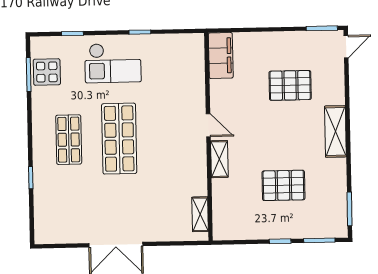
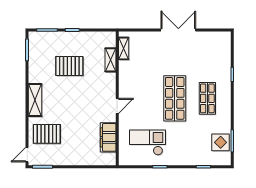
filing cabinet: (221, 55) -> (108, 137), moved
checkout: (113, 63) -> (148, 143), moved
pallet: (290, 85) -> (47, 134), moved
door: (208, 125) -> (117, 106), swing flipped
shelving: (219, 159) -> (110, 60), moved

